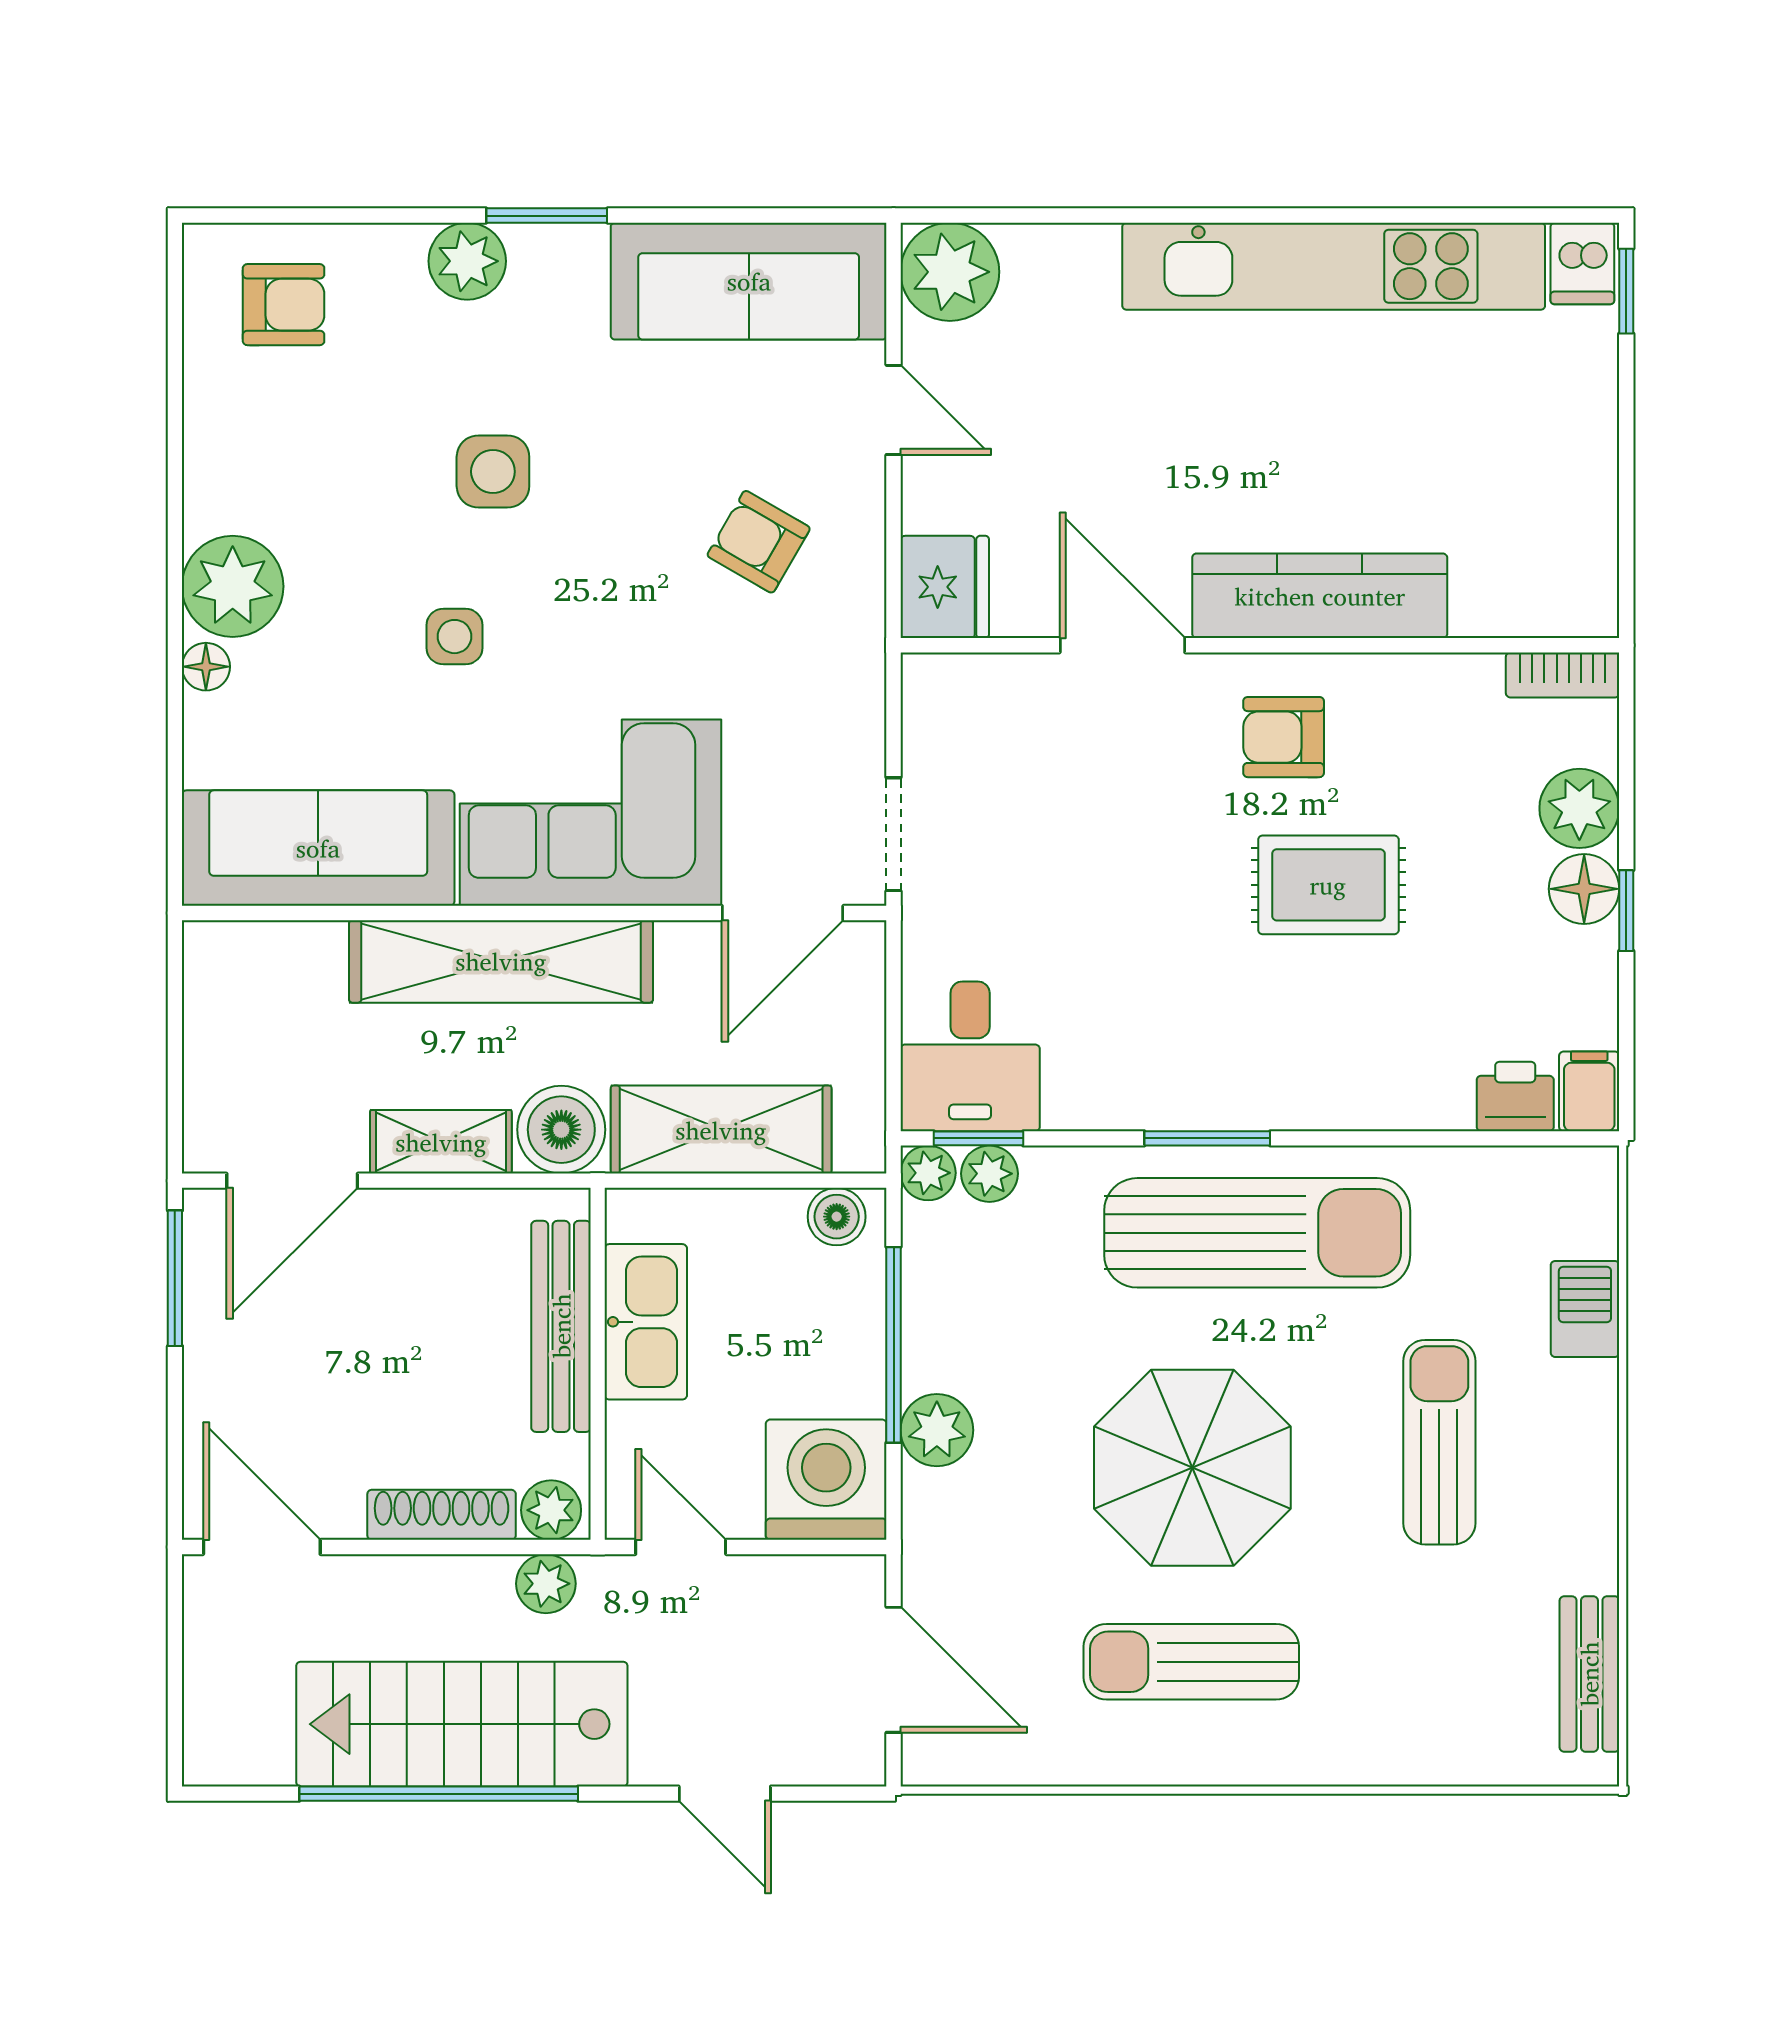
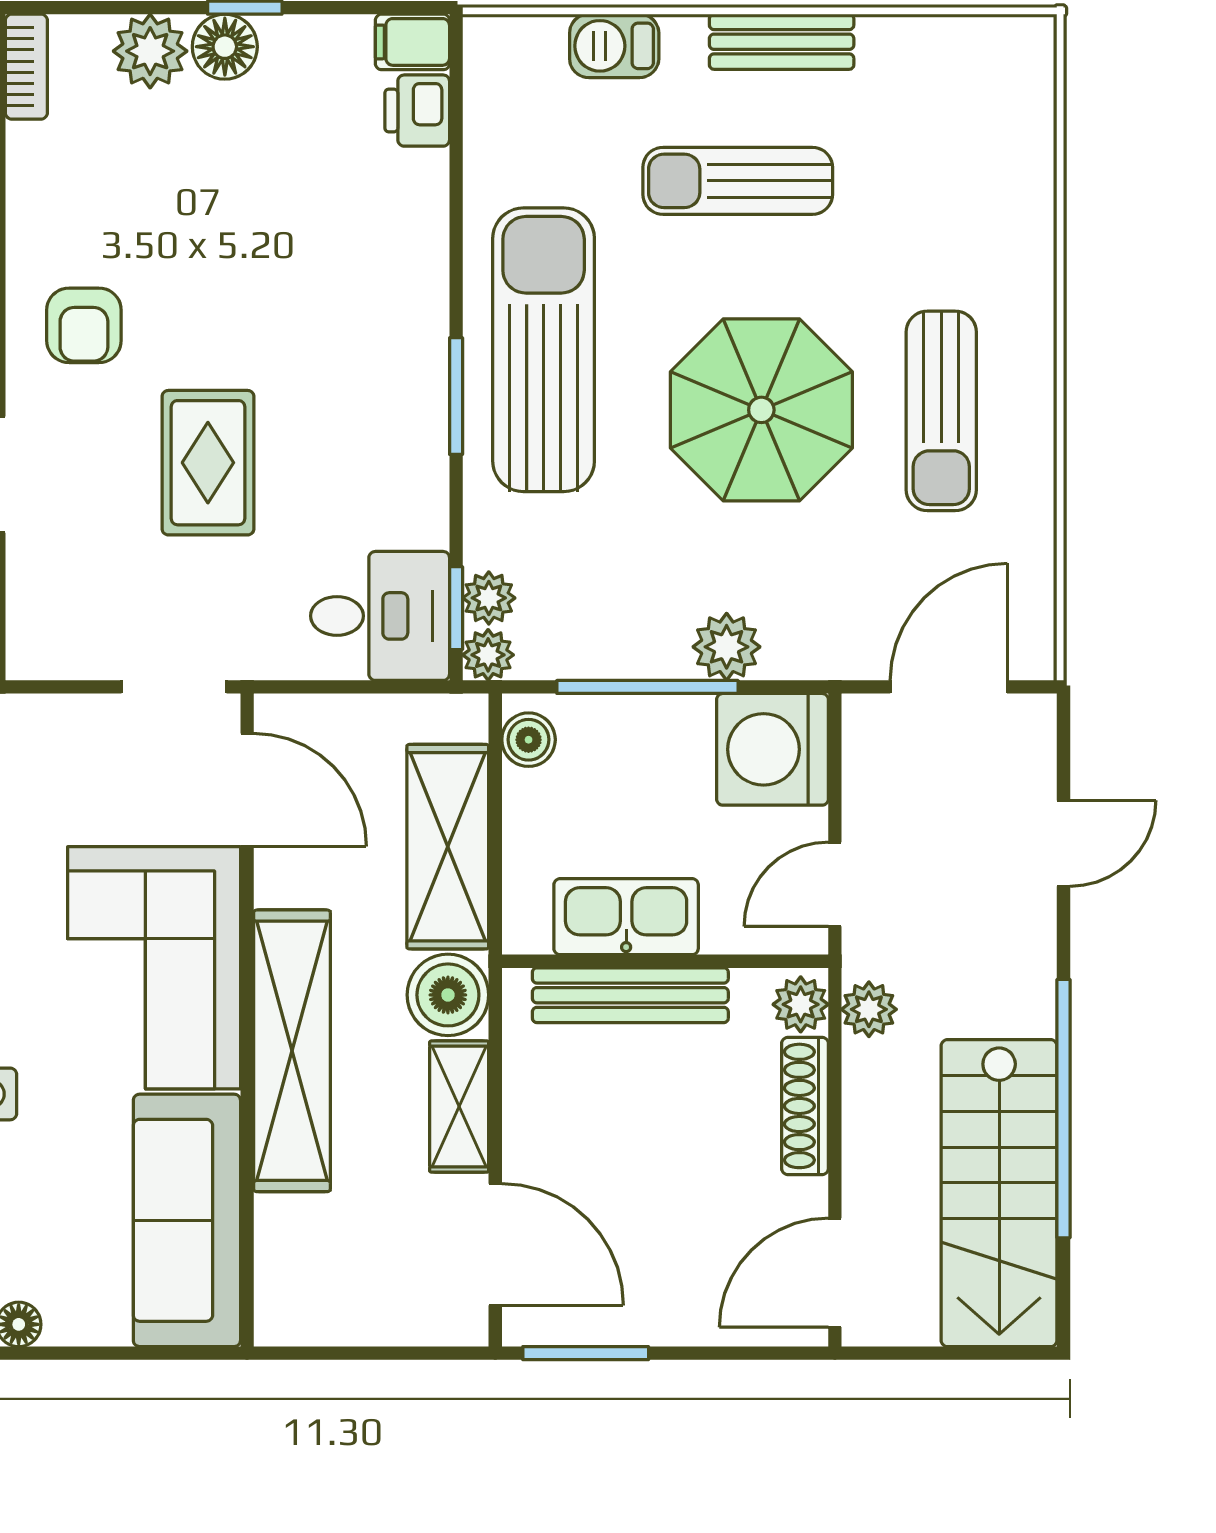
rug: (1328, 885) -> (208, 463), moved
bench: (1589, 1674) -> (782, 42), moved
stairs: (462, 1724) -> (999, 1193), moved

